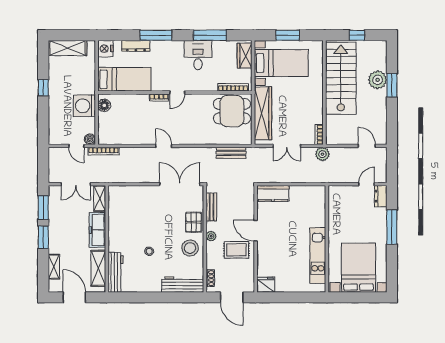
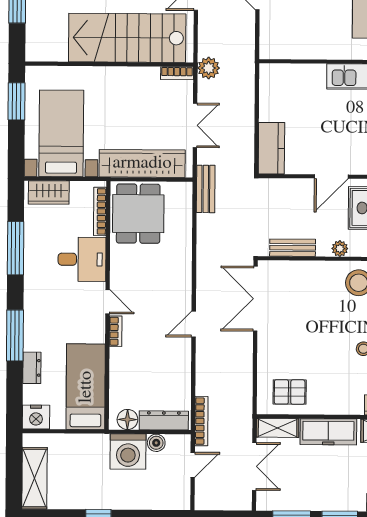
window: (288, 35) -> (17, 101), moved
dresser: (136, 46) -> (32, 368), width x0.70
desk: (198, 55) -> (82, 259), moved, turned 180
stairs: (341, 78) -> (127, 38), moved
dresser: (104, 128) -> (164, 420), added
boiler: (90, 139) -> (156, 443), moved
bench: (231, 153) -> (206, 189), moved
pallet: (194, 222) -> (290, 392), moved

